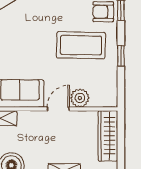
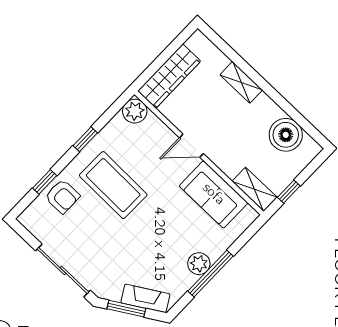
plant: (80, 98) -> (135, 111), moved

